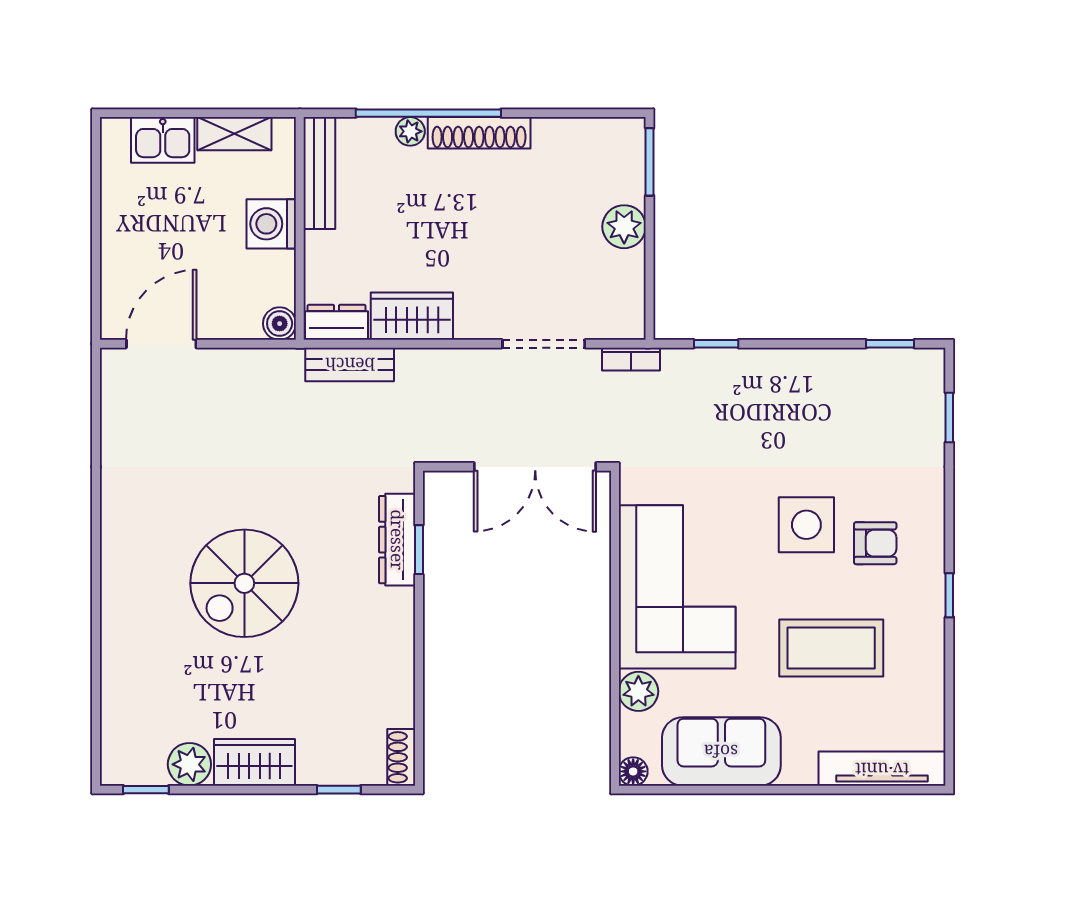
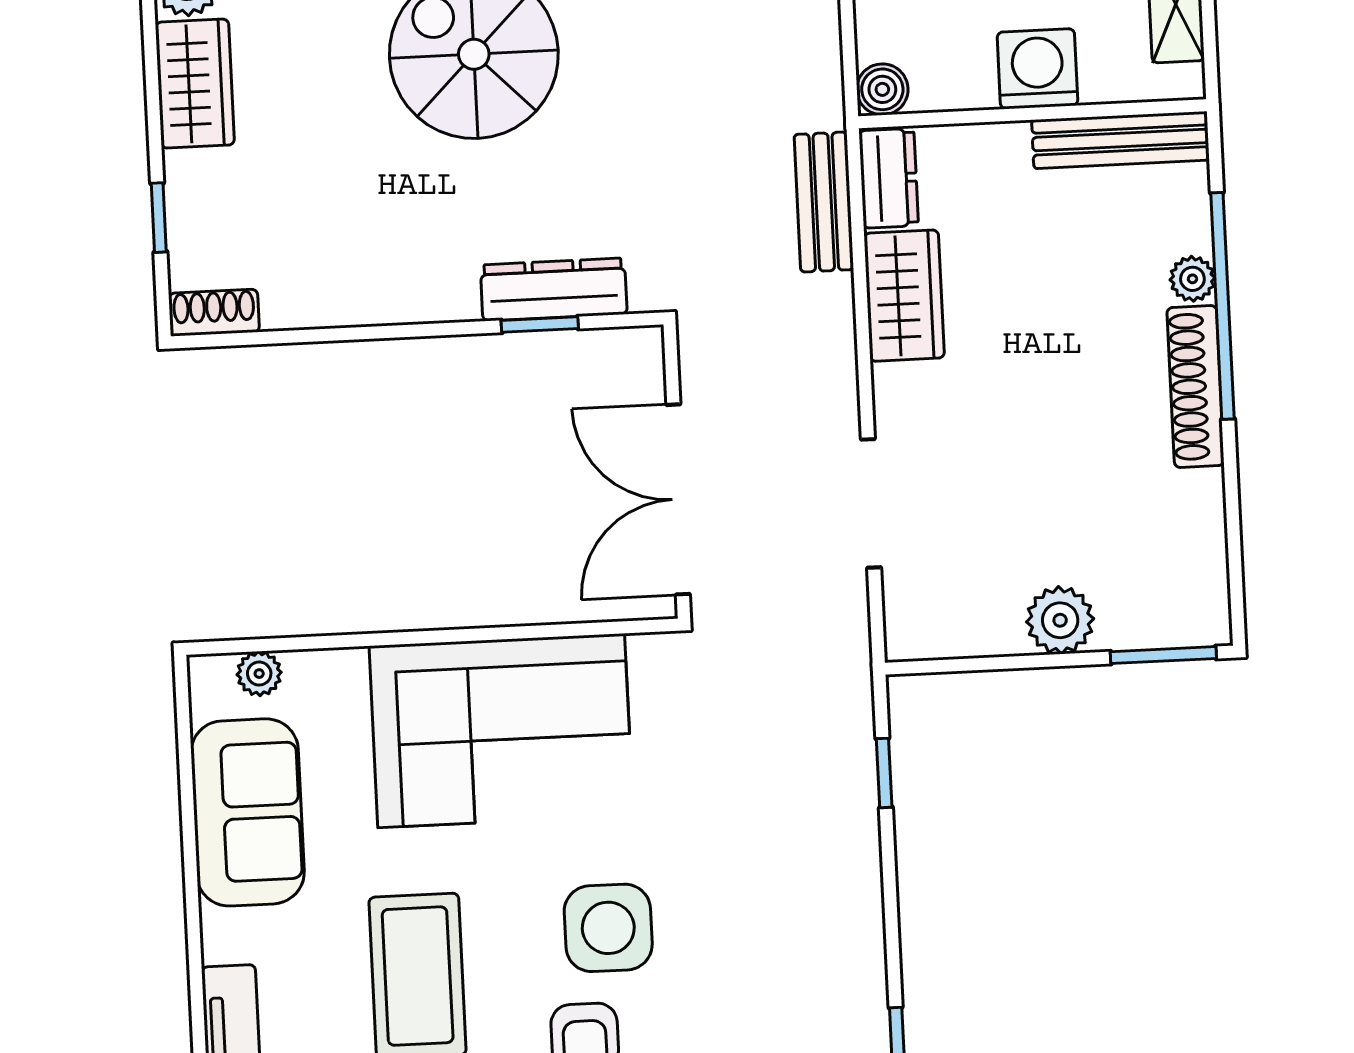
bookcase: (631, 359) -> (854, 641), removed
plant: (638, 691) -> (259, 674), moved, width x0.73, depth x0.73
floor lamp: (633, 771) -> (210, 676), removed

